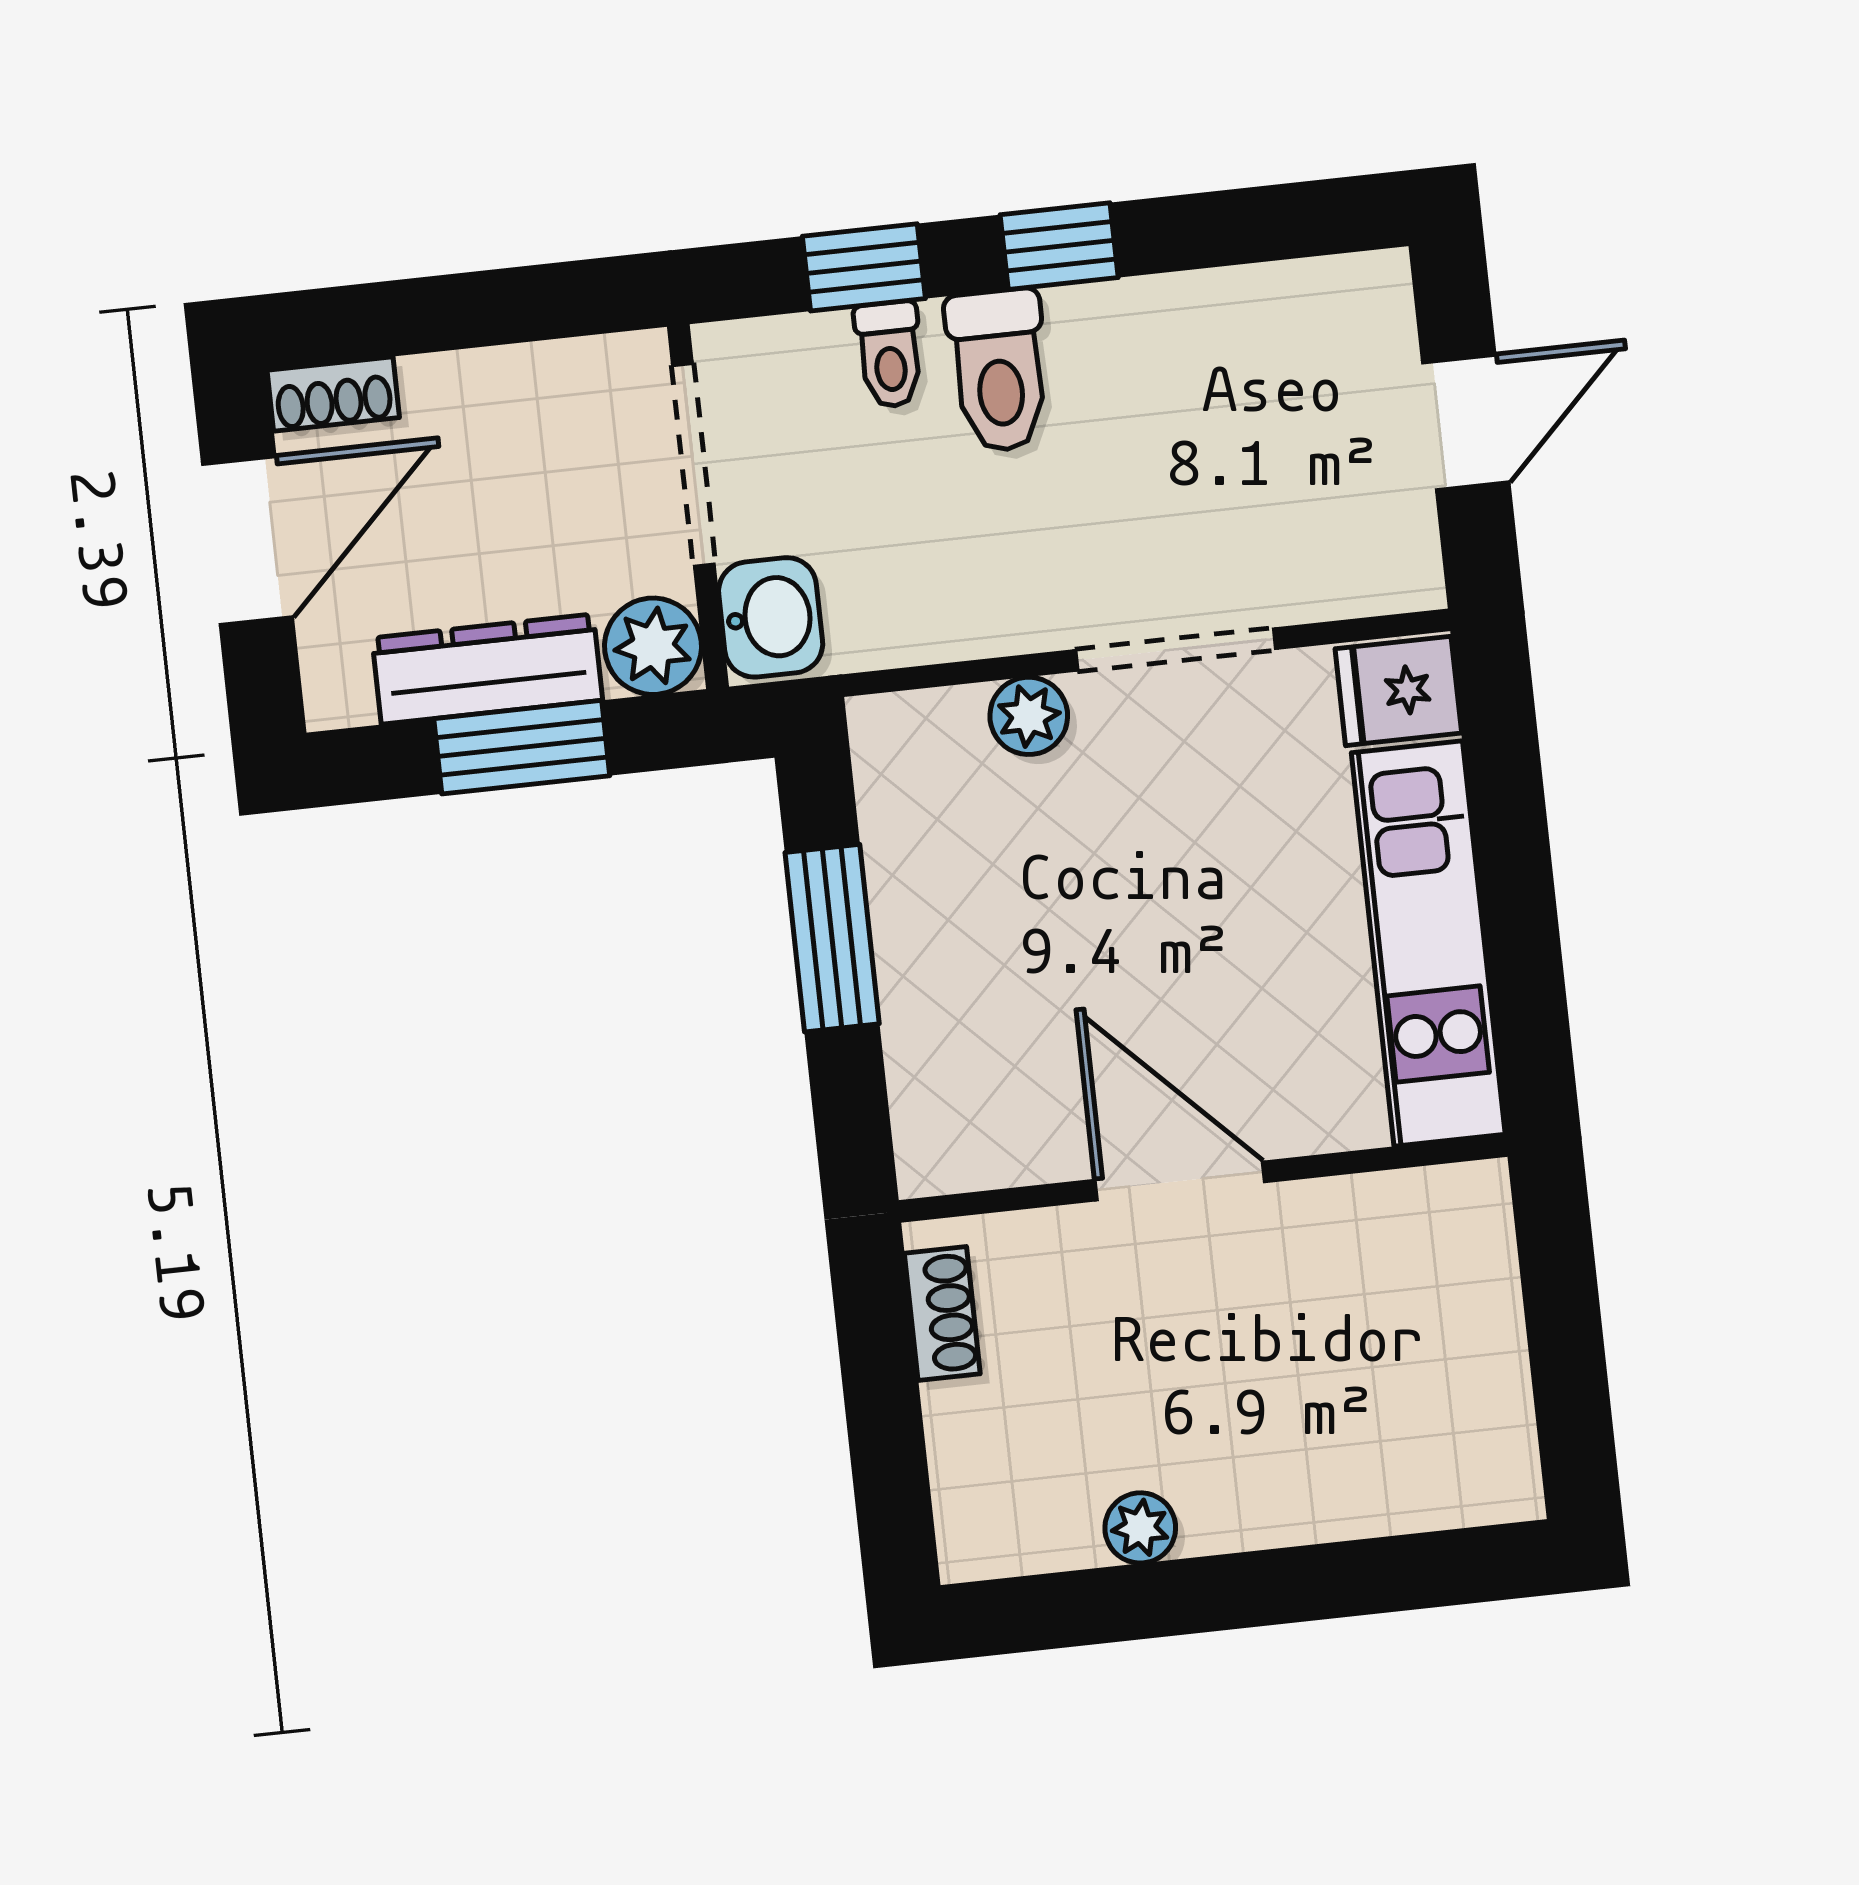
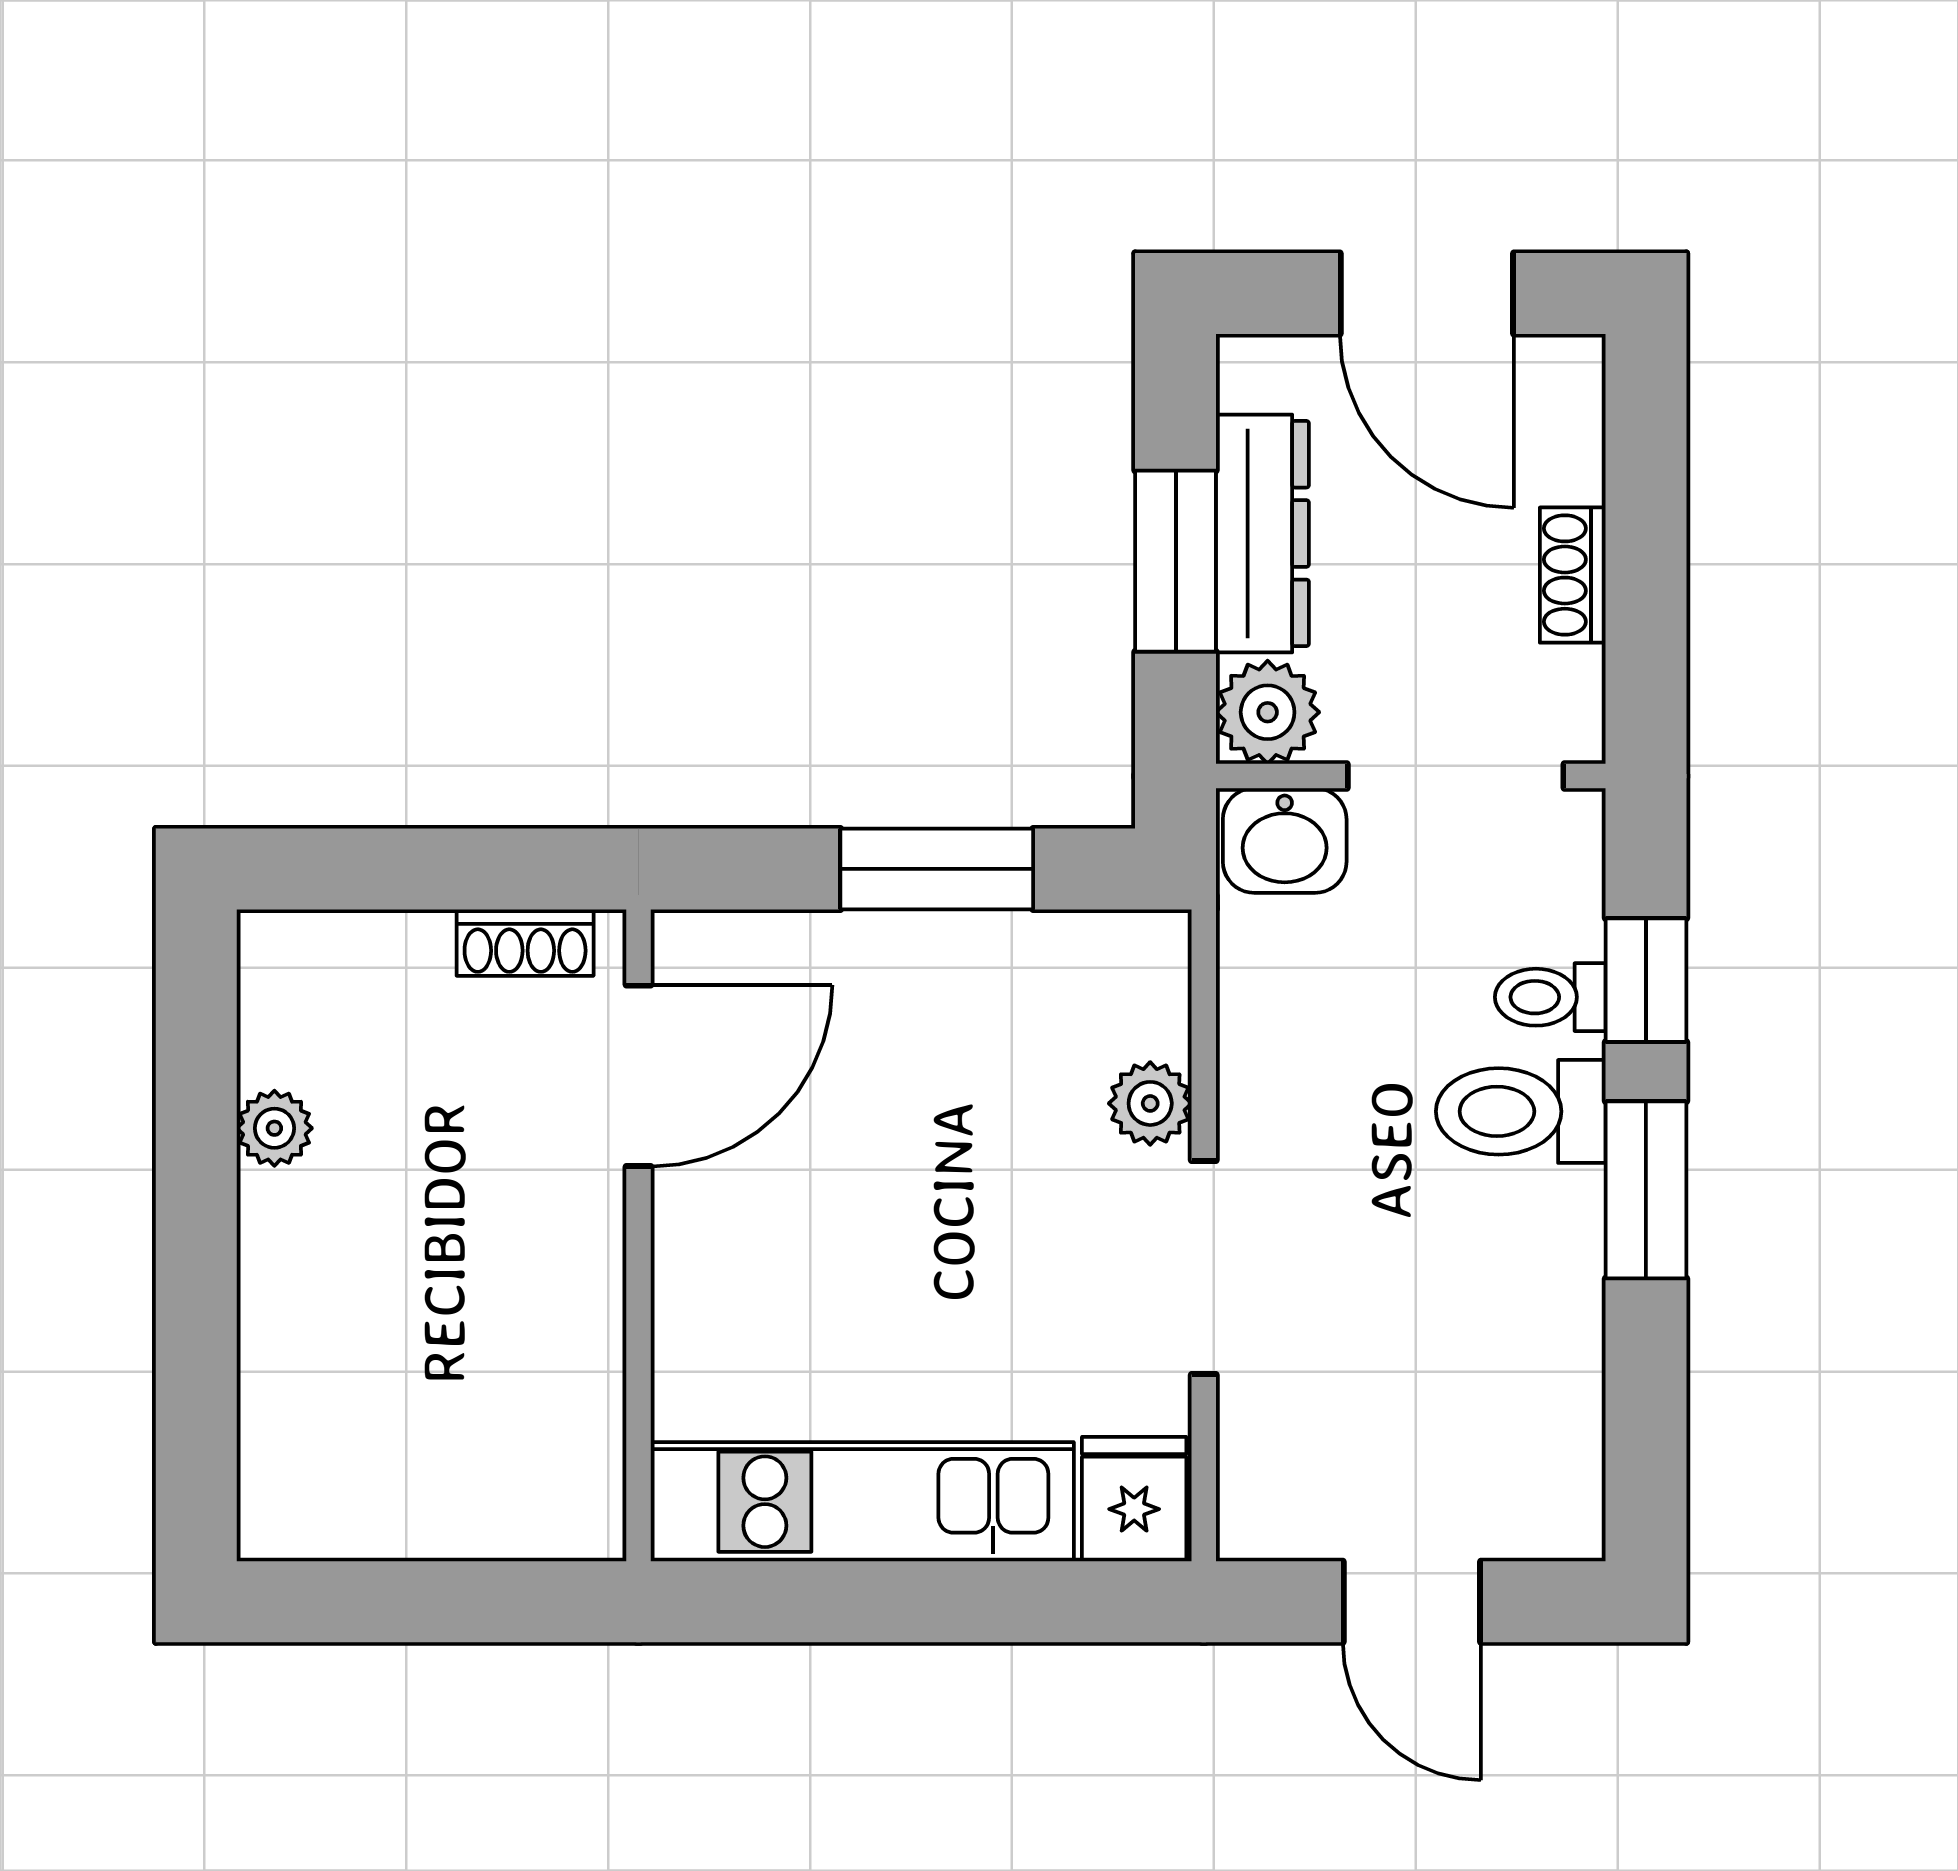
window: (1059, 246) -> (1646, 1190), width x1.50
shoe rack: (333, 394) -> (1573, 575), moved
door: (1180, 1181) -> (638, 1076), moved

